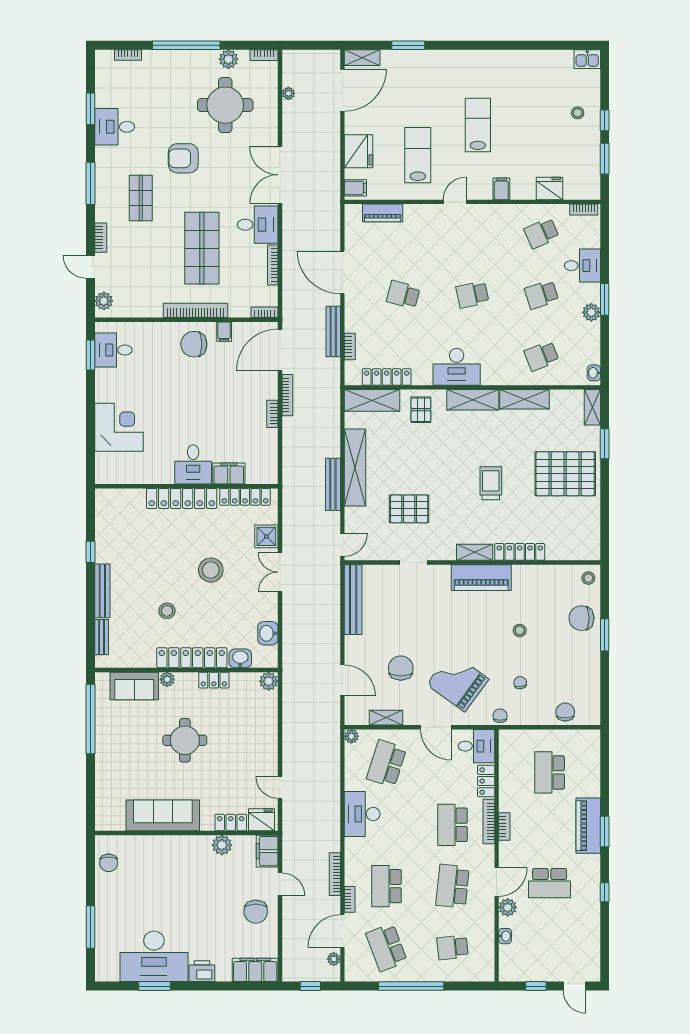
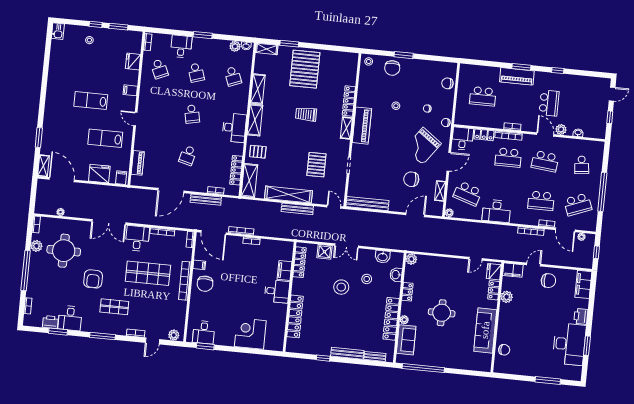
printer: (105, 95) -> (50, 322), added
plant: (591, 312) -> (235, 46), moved
locker: (182, 498) -> (295, 316), moved
stool: (167, 611) -> (367, 279), moved
locker: (192, 658) -> (391, 319), moved
chair: (109, 863) -> (504, 350), moved

